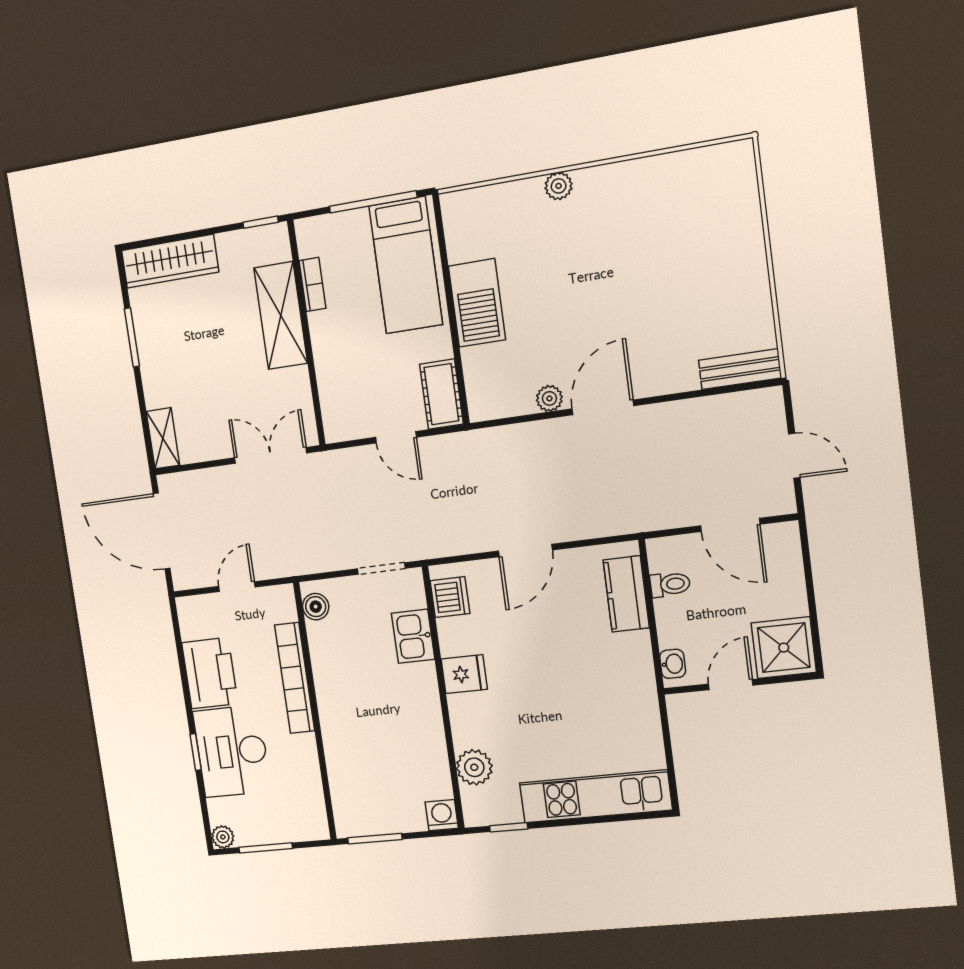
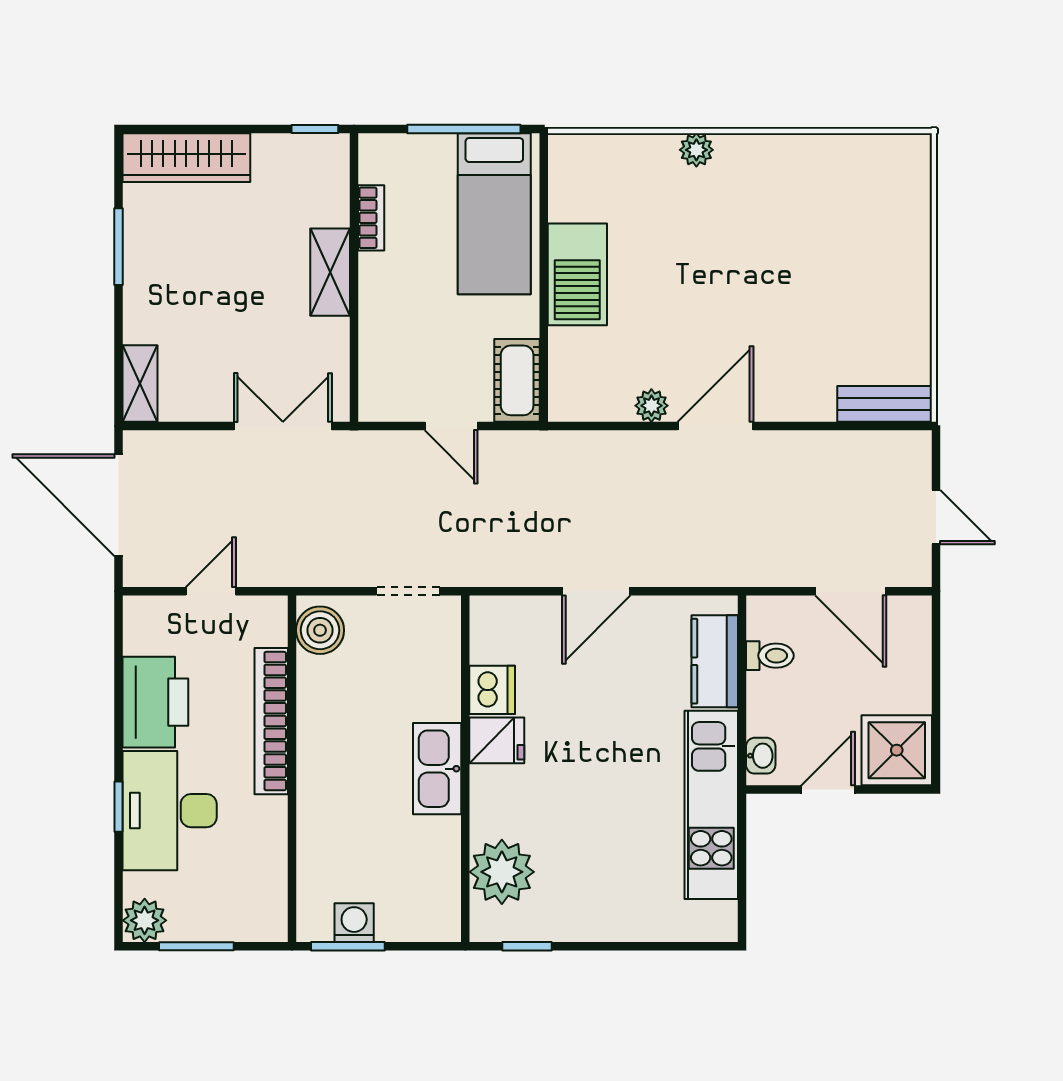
shelving: (281, 316) -> (330, 272), width x0.67, depth x0.75
dishwasher: (450, 597) -> (492, 690), moved
boiler: (316, 607) -> (320, 630), width x1.36, depth x1.36
kitchen sink: (413, 636) -> (437, 769), moved, width x1.38
plant: (474, 767) -> (502, 872), width x1.36, depth x1.36
kitchen unit: (595, 796) -> (711, 805), moved, turned -90
washing machine: (442, 815) -> (354, 923), moved
plant: (223, 837) -> (145, 920), width x1.38, depth x1.38

